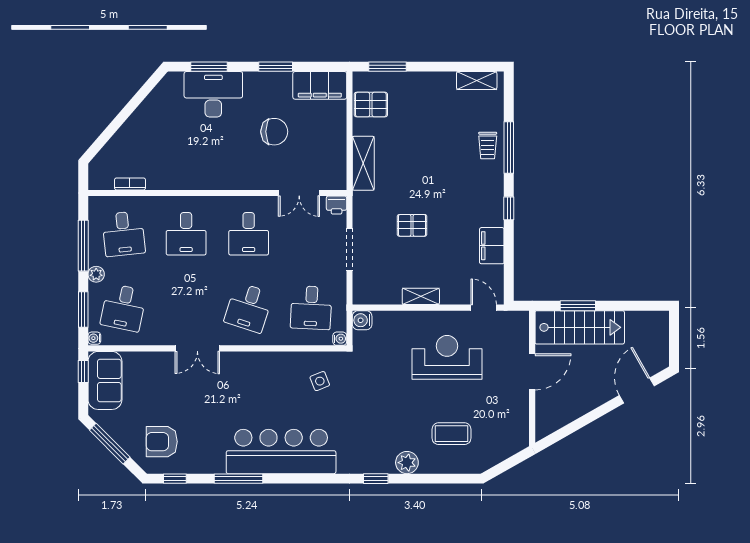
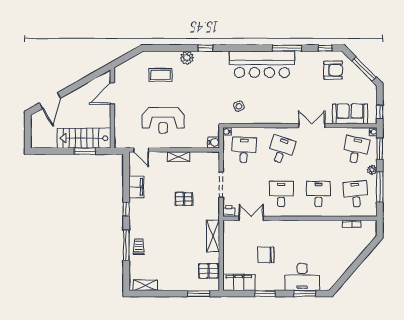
door: (532, 372) -> (112, 93), moved
sofa: (105, 380) -> (350, 114), moved, turned 90

